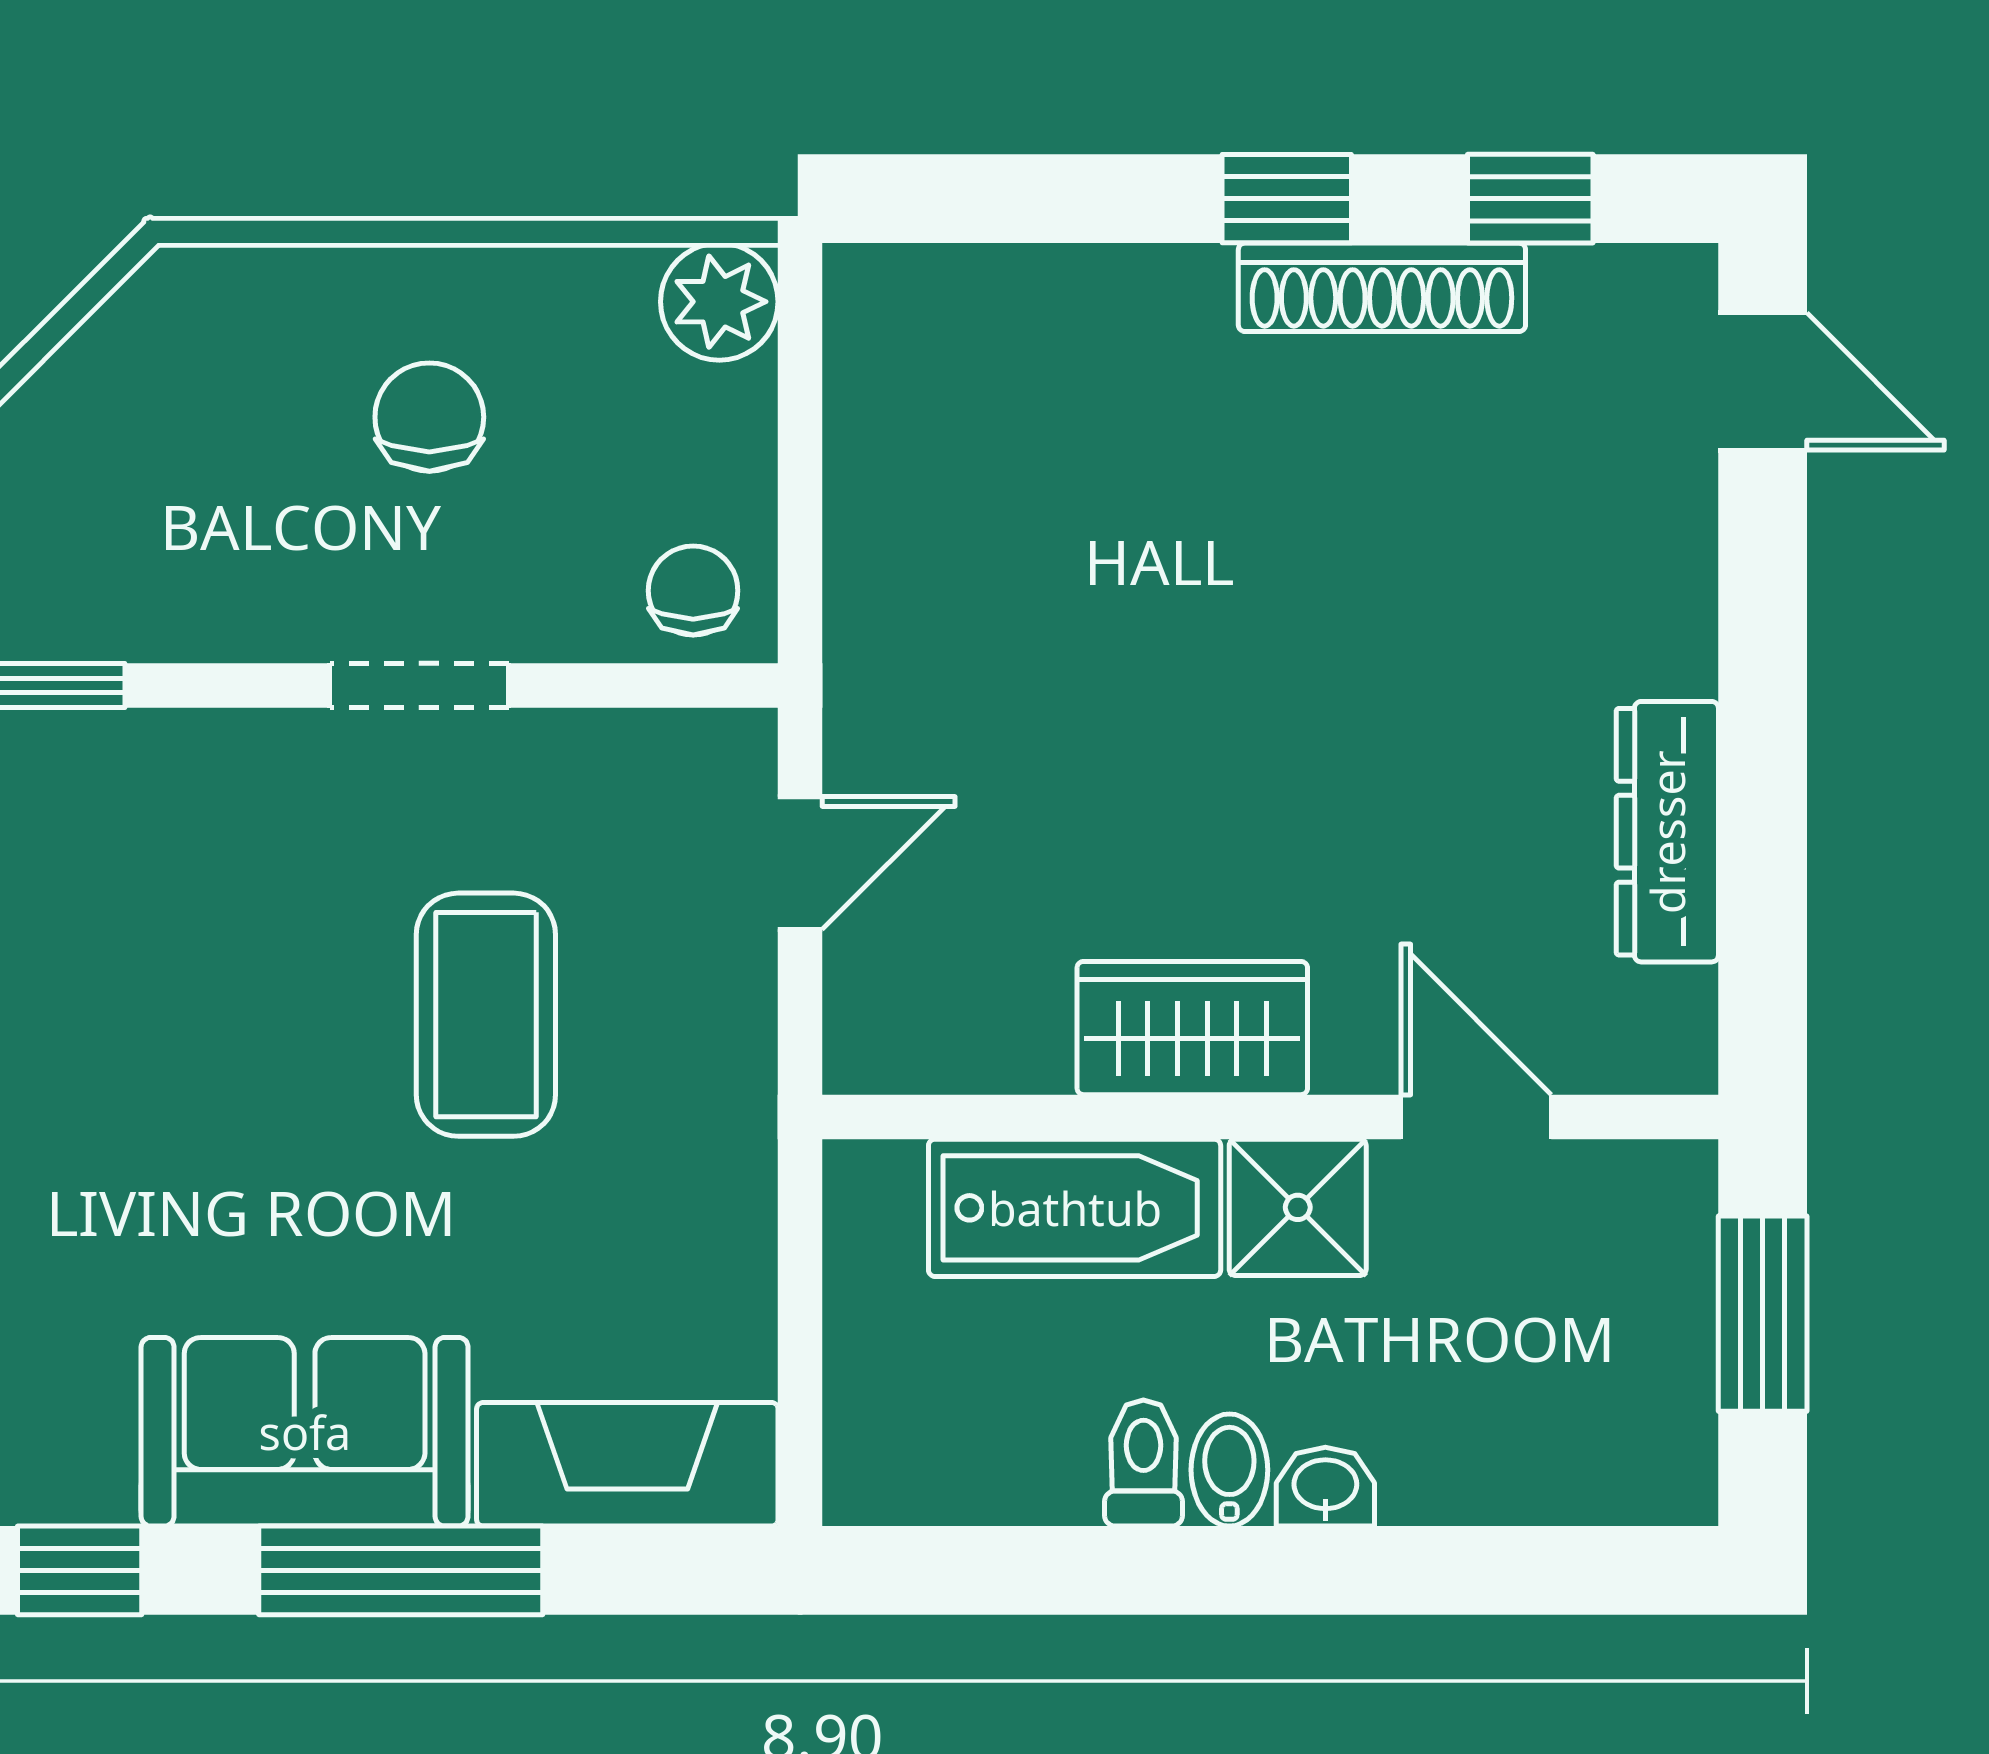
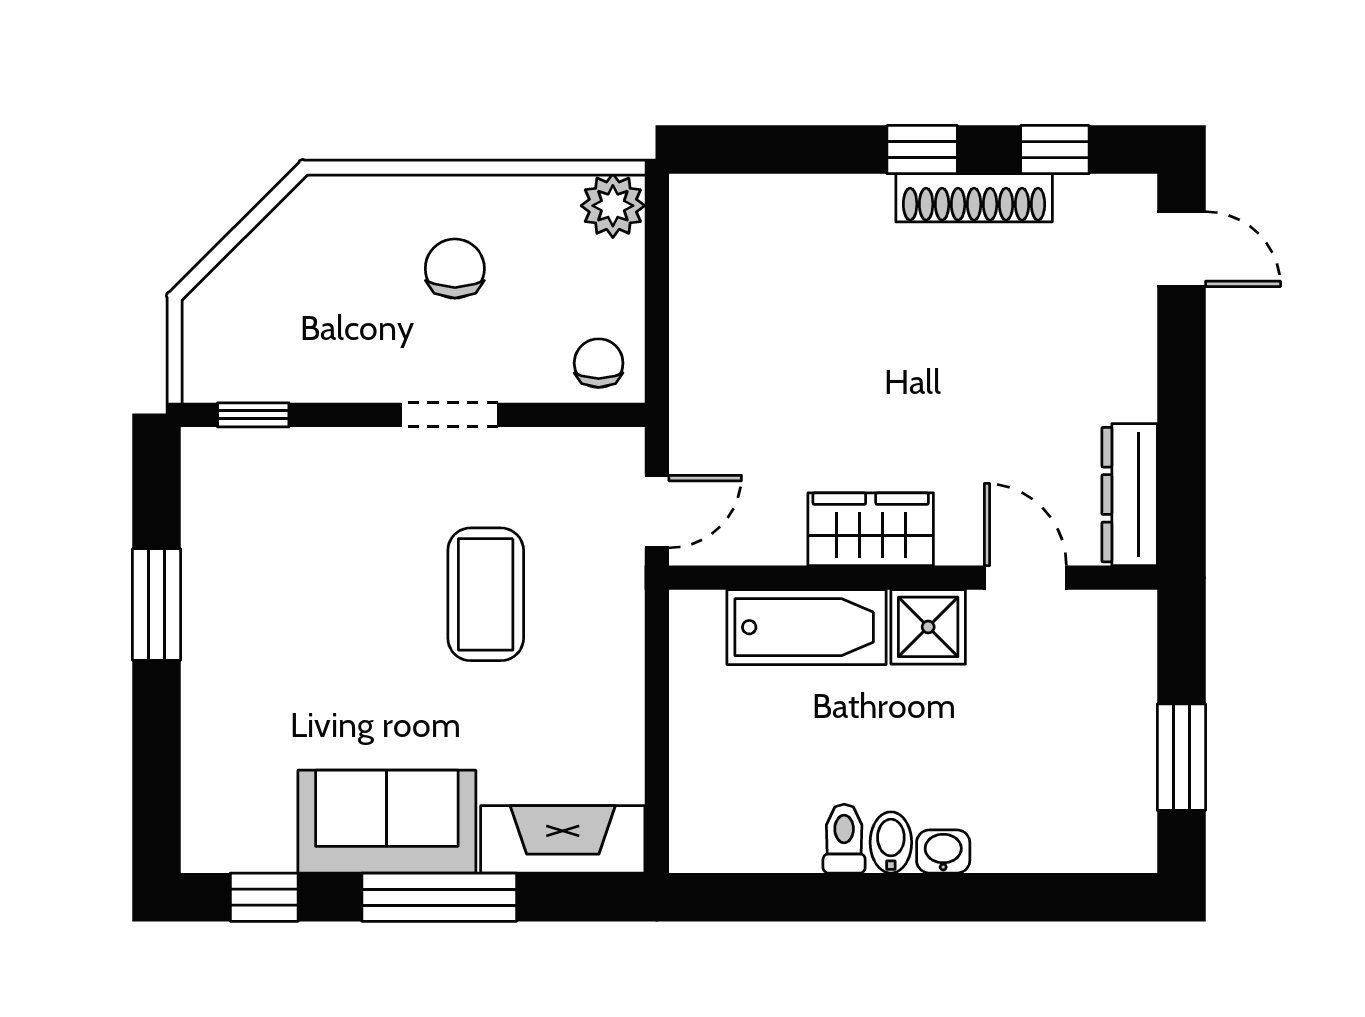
wardrobe: (1192, 1028) -> (871, 529), moved
wall: (1270, 1117) -> (913, 578), moved
door: (1476, 1117) -> (1025, 578), moved
shower: (1298, 1207) -> (928, 627), moved
bathtub: (1075, 1208) -> (807, 627), moved

